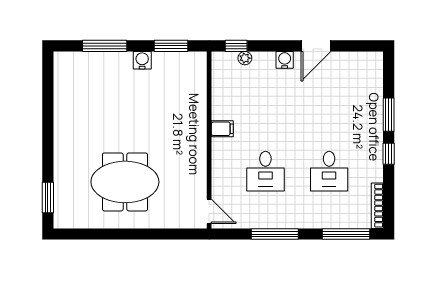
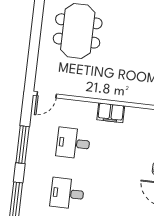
filing cabinet: (222, 129) -> (111, 113), width x2.00

